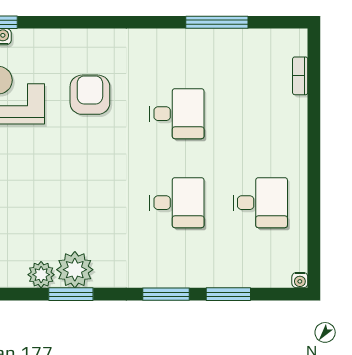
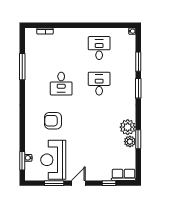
desk: (177, 114) -> (61, 84), turned 180
window: (71, 294) -> (138, 139), moved

